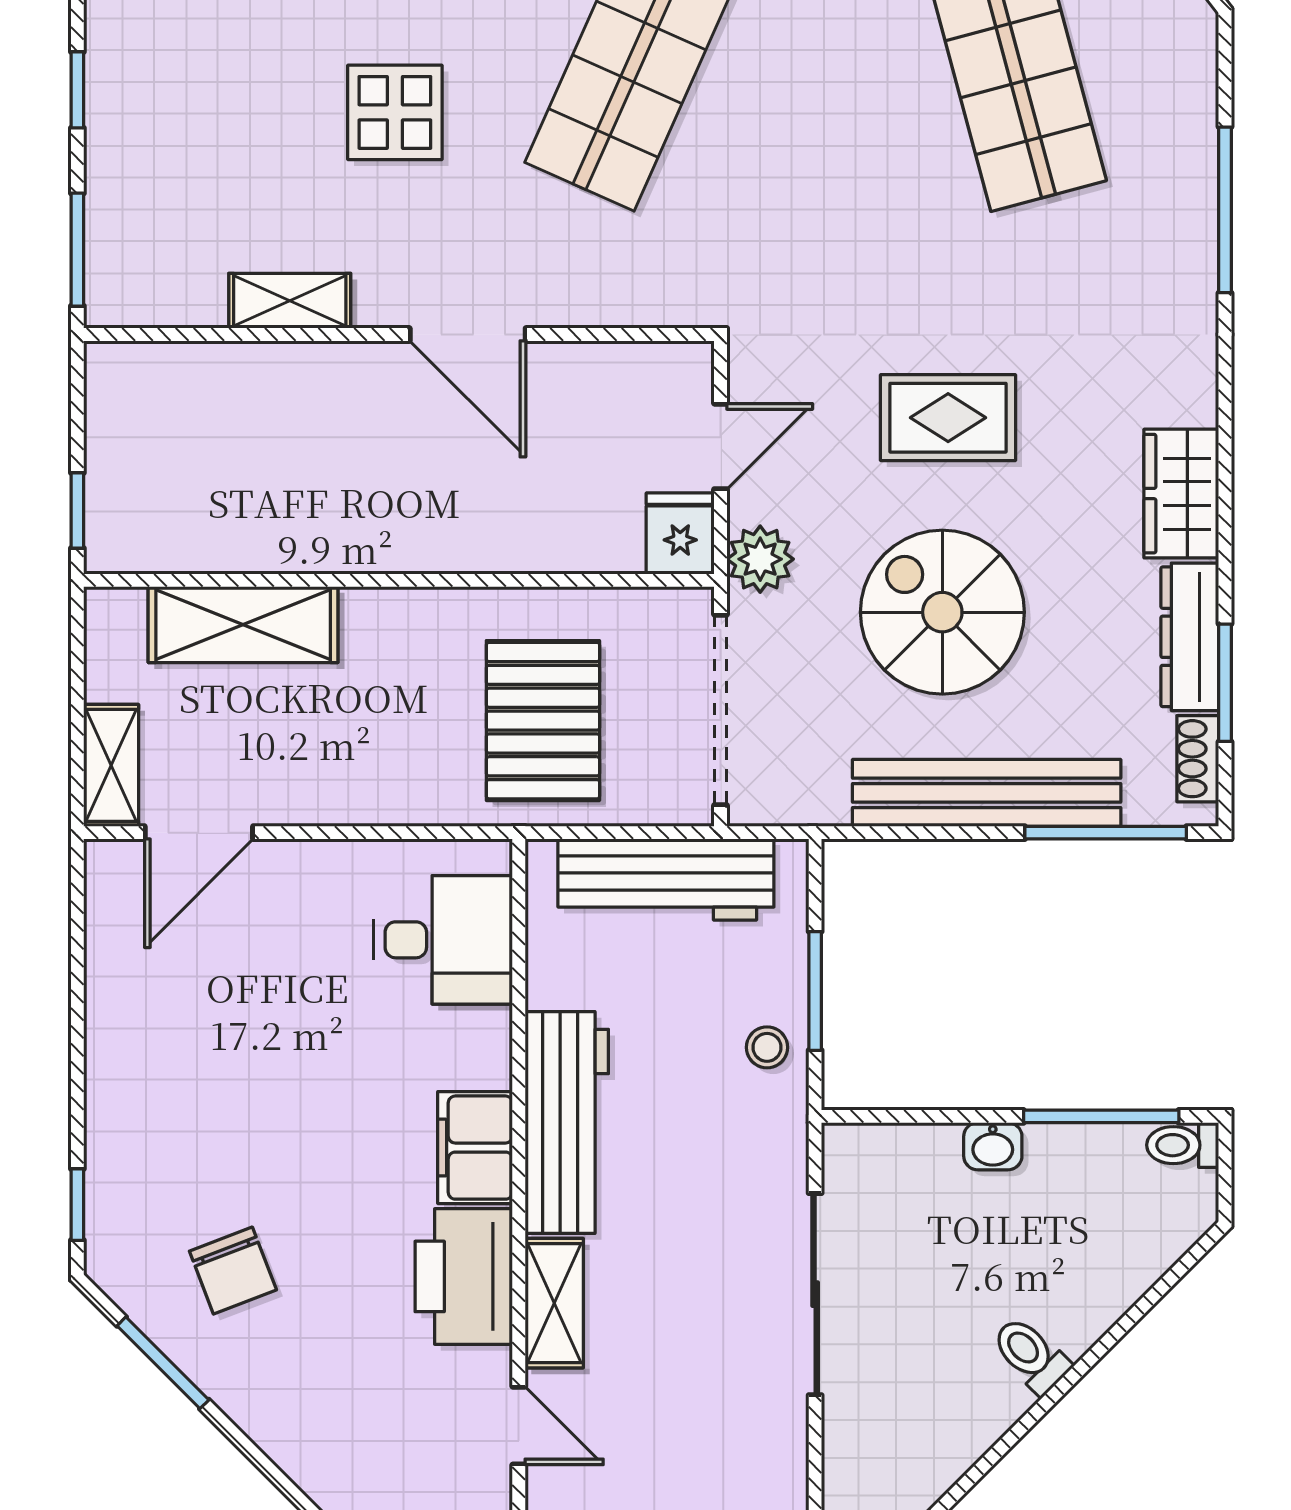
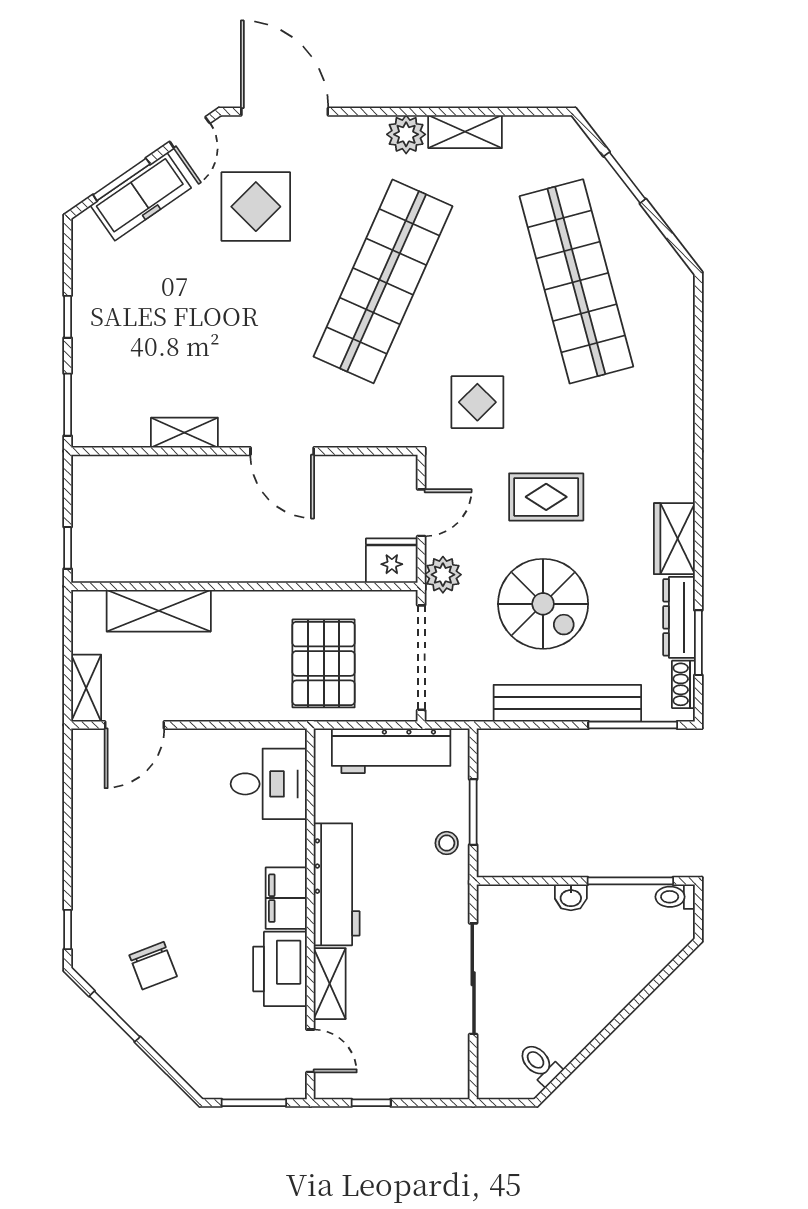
display table: (395, 112) -> (477, 402), moved
window: (1225, 210) -> (698, 383), removed
fridge: (680, 534) -> (392, 561), width x1.38
spiral stairs: (942, 612) -> (543, 604), turned 180
toilet: (1031, 1355) -> (540, 1064), moved

